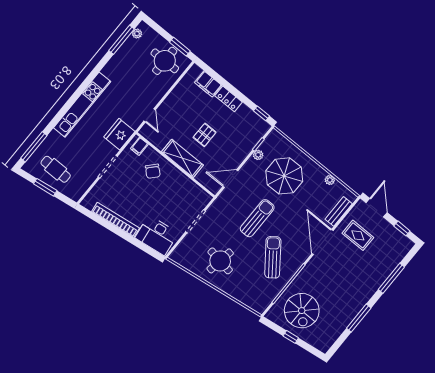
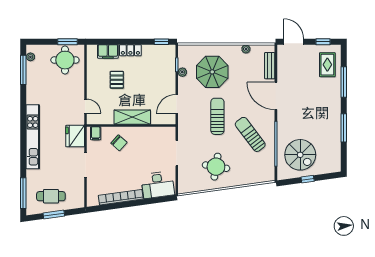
pallet: (205, 135) -> (117, 80), moved
rug: (358, 235) -> (327, 65), moved, turned 90

